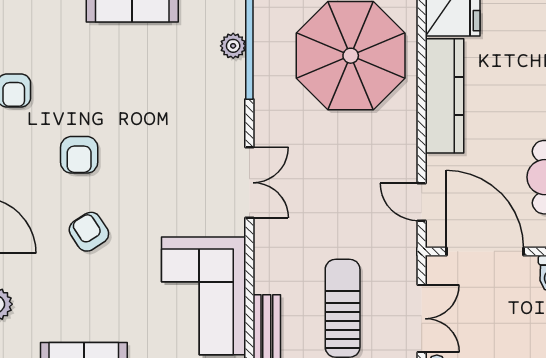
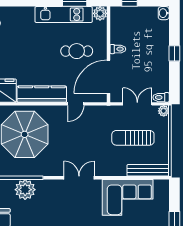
plant: (233, 46) -> (25, 190), width x1.88, depth x1.88
door: (422, 202) -> (76, 104), moved

